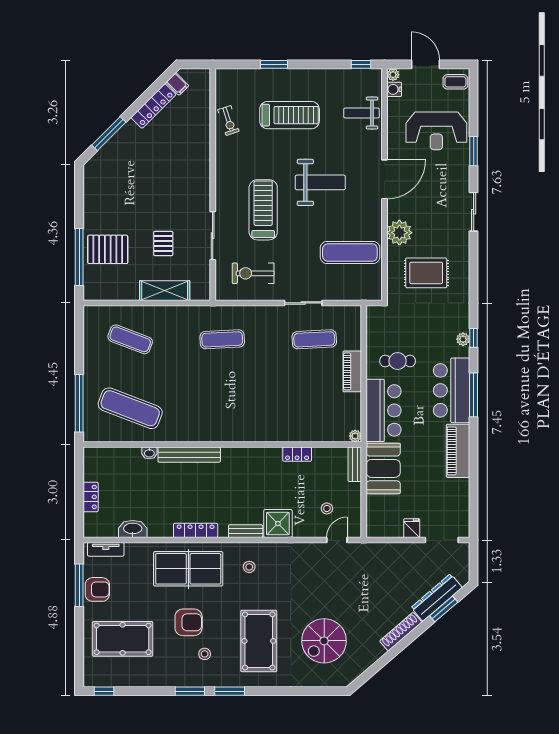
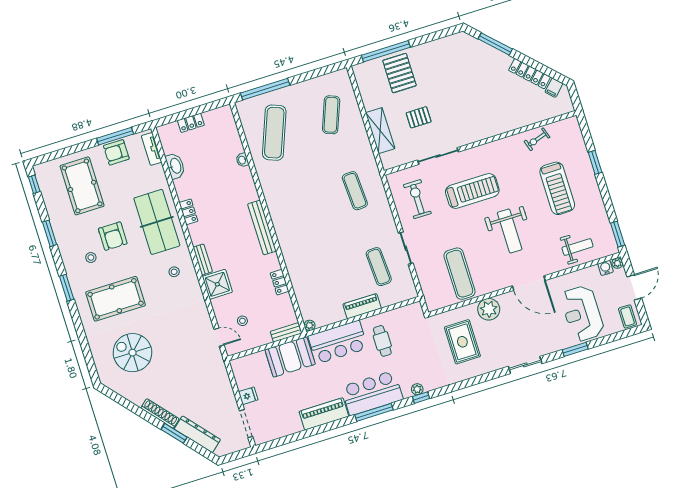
window: (361, 64) -> (618, 234), width x1.50
weight bench: (361, 113) -> (578, 247), turned 90
bench: (189, 455) -> (262, 228), moved
locker: (196, 530) -> (188, 212), width x0.66
armchair: (97, 589) -> (116, 152), turned 90
window: (444, 609) -> (174, 433), moved
window: (190, 691) -> (50, 233), moved

